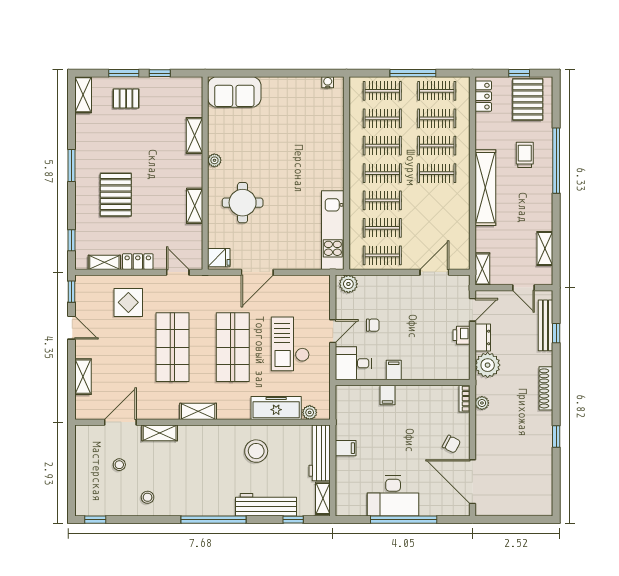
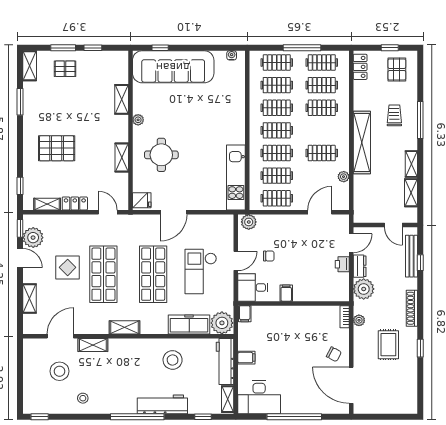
window: (241, 73) -> (160, 48), added
sofa: (234, 92) -> (173, 67), width x1.85, depth x1.27
pallet: (528, 99) -> (397, 70), width x0.67, depth x0.71
window: (556, 161) -> (420, 120), width x0.68
window: (72, 165) -> (20, 102), moved
clothes rail: (437, 173) -> (322, 153), moved
pallet: (116, 195) -> (57, 148), turned 90
plant: (463, 229) -> (344, 177), added
shelving: (482, 269) -> (411, 164), moved
display table: (128, 302) -> (68, 267), moved
plant: (87, 303) -> (33, 238), added
filing cabinet: (387, 395) -> (245, 314), moved
plant: (310, 412) -> (222, 323), width x1.88, depth x1.88
rug: (517, 432) -> (388, 345), added
stool: (119, 465) -> (59, 371), width x1.89, depth x1.89
desk: (393, 496) -> (259, 397), moved
workbench: (266, 505) -> (162, 404), moved

